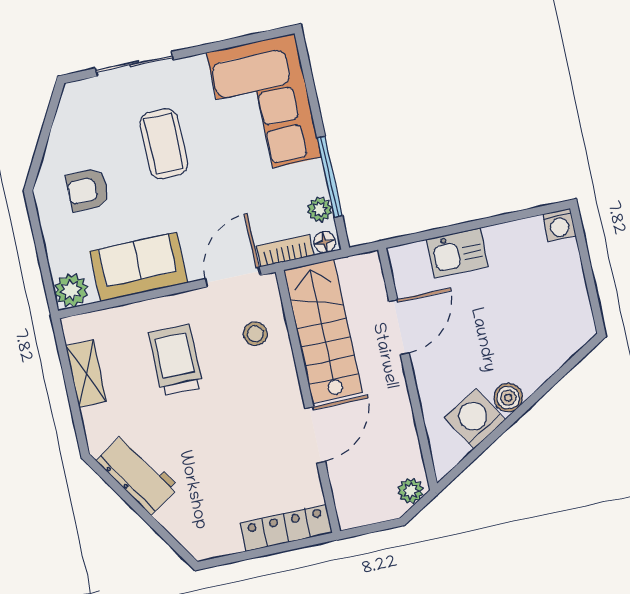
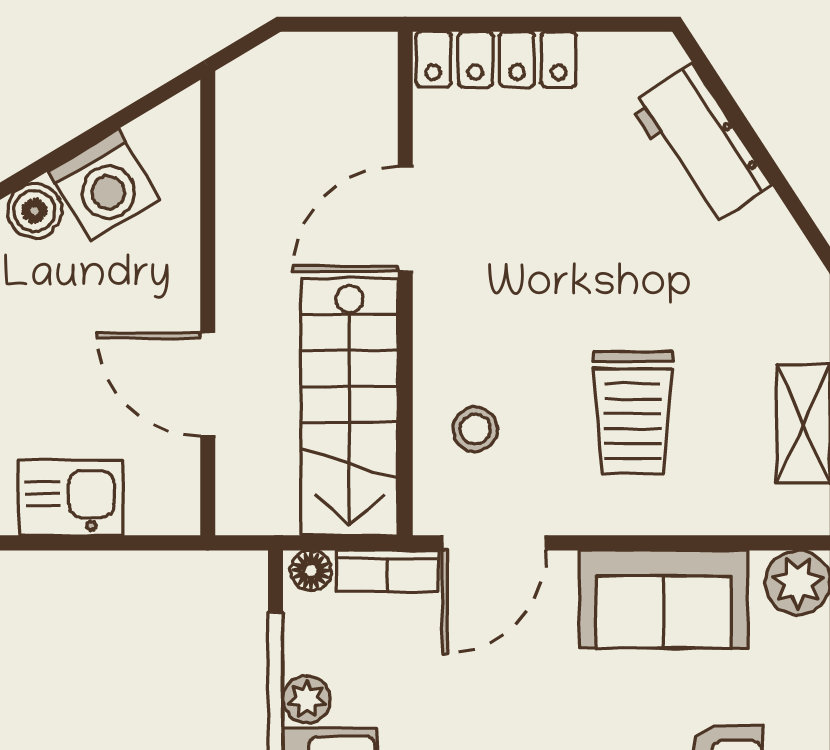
plant: (320, 209) -> (307, 699), moved
door: (399, 327) -> (208, 384), hinge flipped
workbench: (138, 474) -> (701, 145), moved
plant: (411, 491) -> (252, 78), removed

